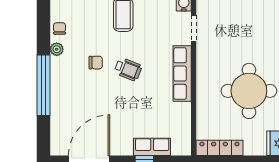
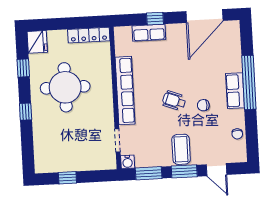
plant: (57, 49) -> (239, 115), removed
row of seats: (182, 73) -> (125, 91), width x1.36
row of seats: (59, 77) -> (235, 91), added

